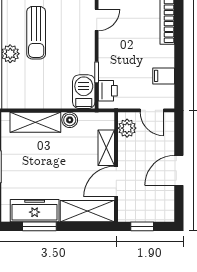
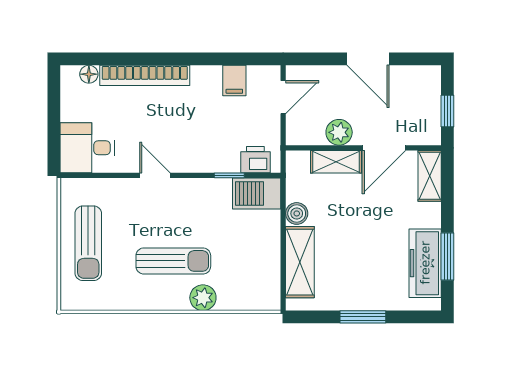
plant: (127, 128) -> (339, 132), moved
door: (116, 182) -> (384, 148), hinge flipped
shelving: (87, 211) -> (430, 176), width x0.67, depth x0.75

